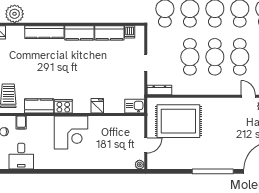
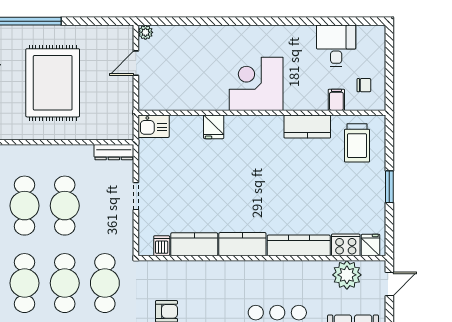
cooker: (63, 106) -> (346, 245), moved, turned 180
rug: (178, 121) -> (53, 83), moved, turned 90

